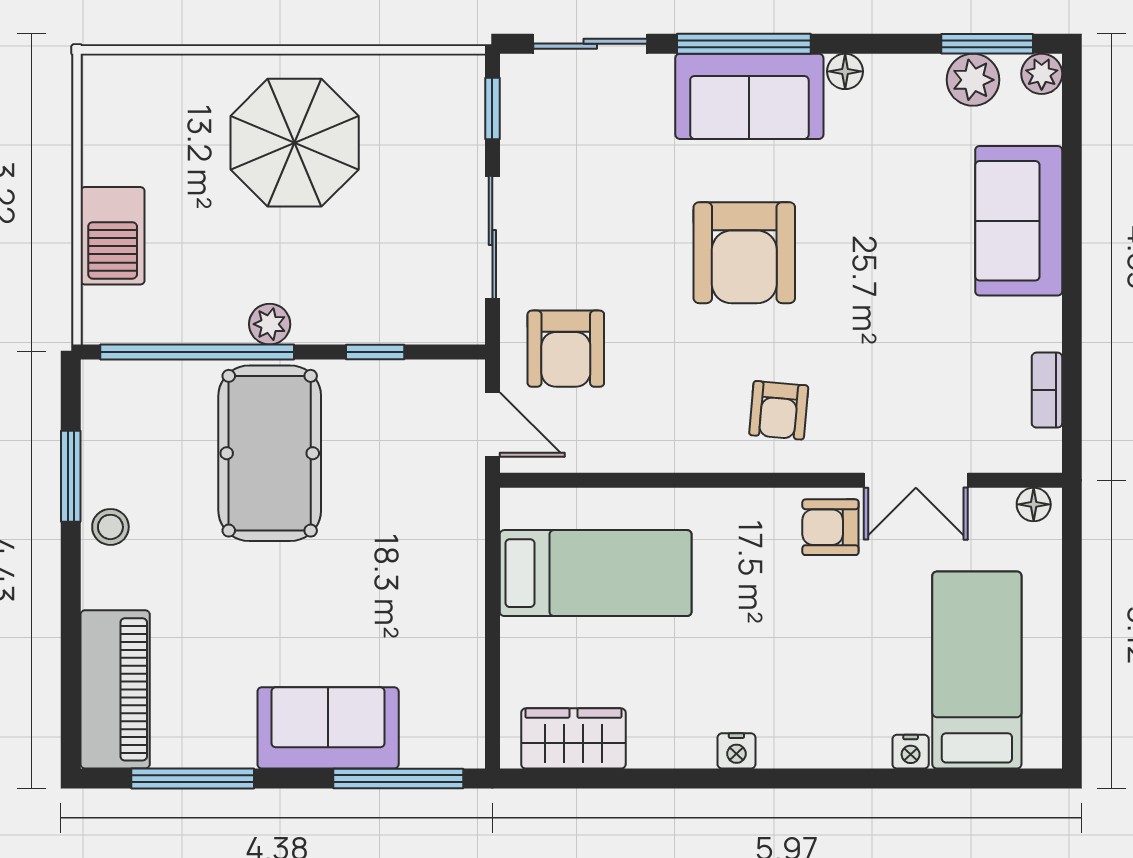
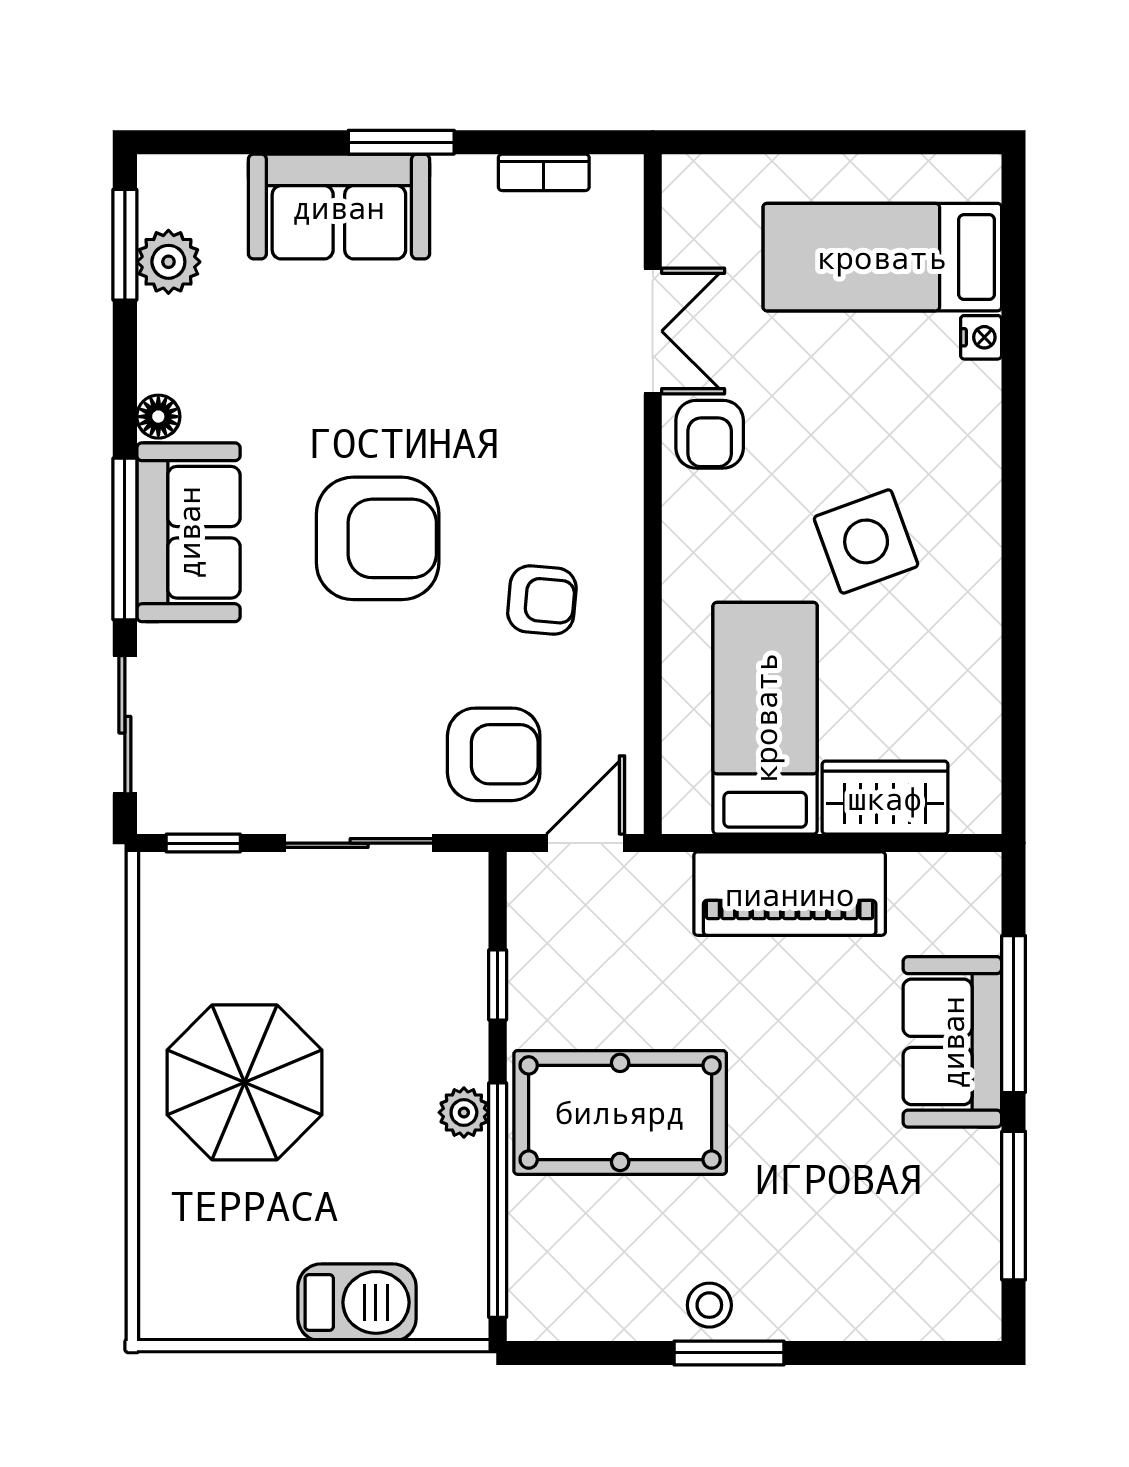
plant: (1042, 74) -> (161, 179), removed
window: (1072, 272) -> (401, 142), added
armchair: (779, 410) -> (542, 600), moved
window: (71, 476) -> (729, 1353), moved
floor lamp: (1034, 504) -> (682, 188), removed
side table: (742, 657) -> (866, 541), added
piano: (115, 689) -> (790, 894), moved, turned 180
wardrobe: (573, 738) -> (885, 798), moved, turned 90
nightstand: (736, 751) -> (980, 548), removed
window: (398, 779) -> (1014, 1014), moved

